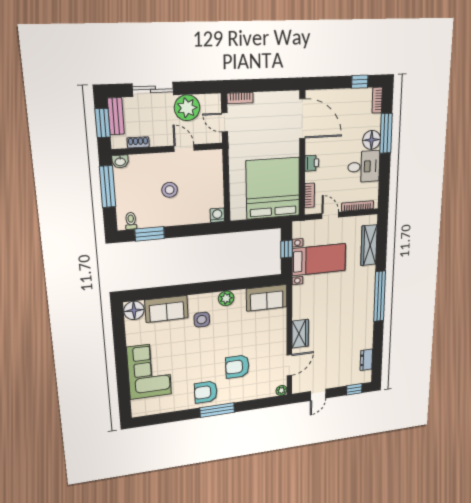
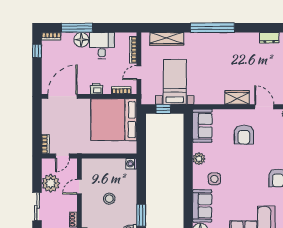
armchair: (237, 367) -> (244, 135), moved

